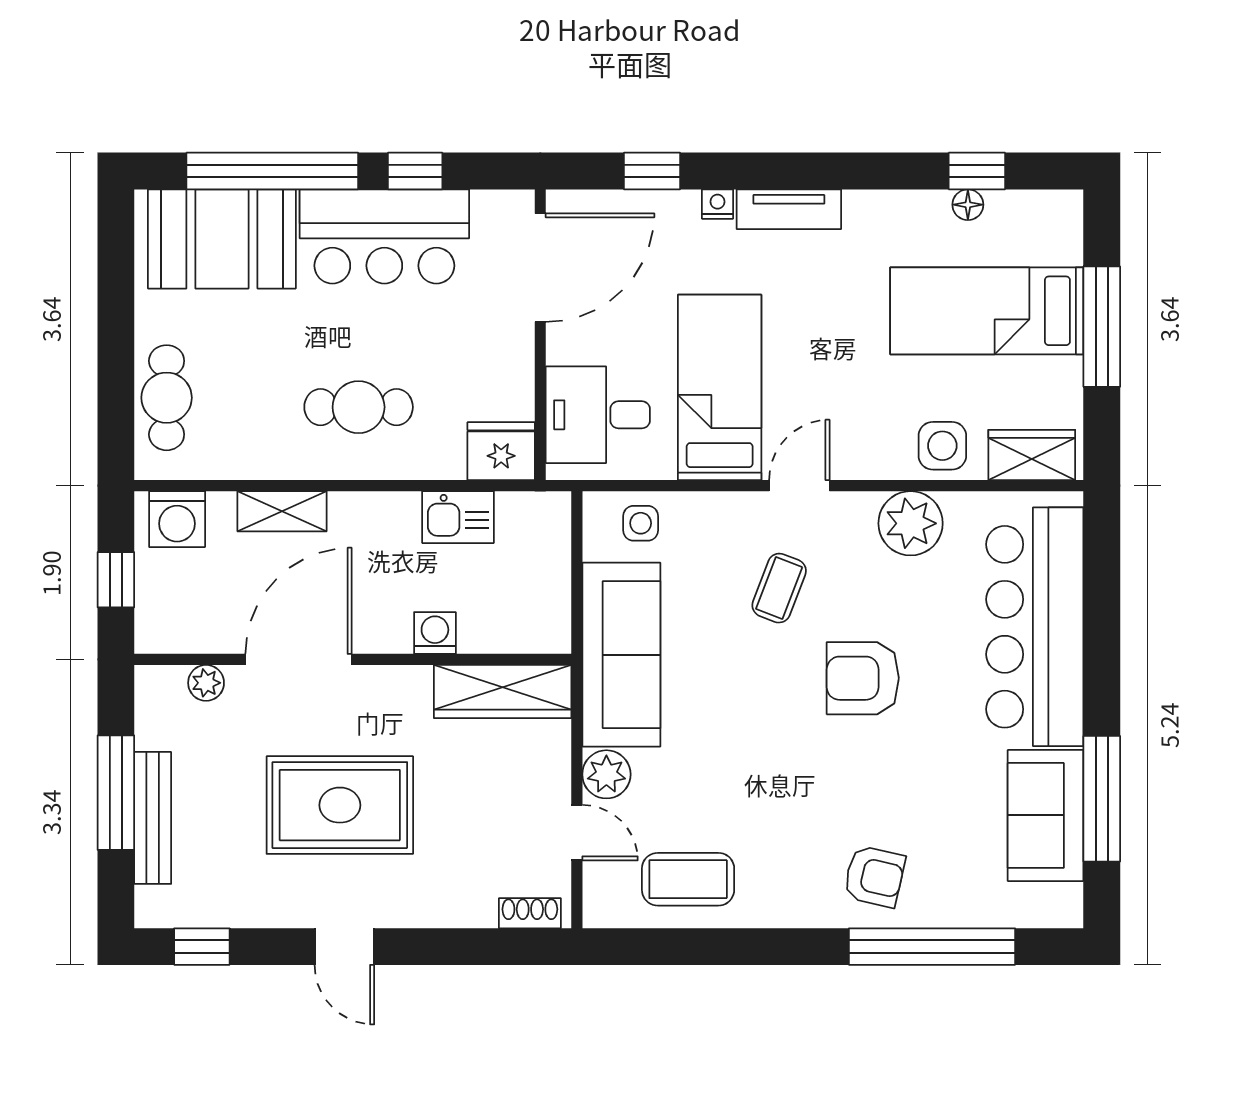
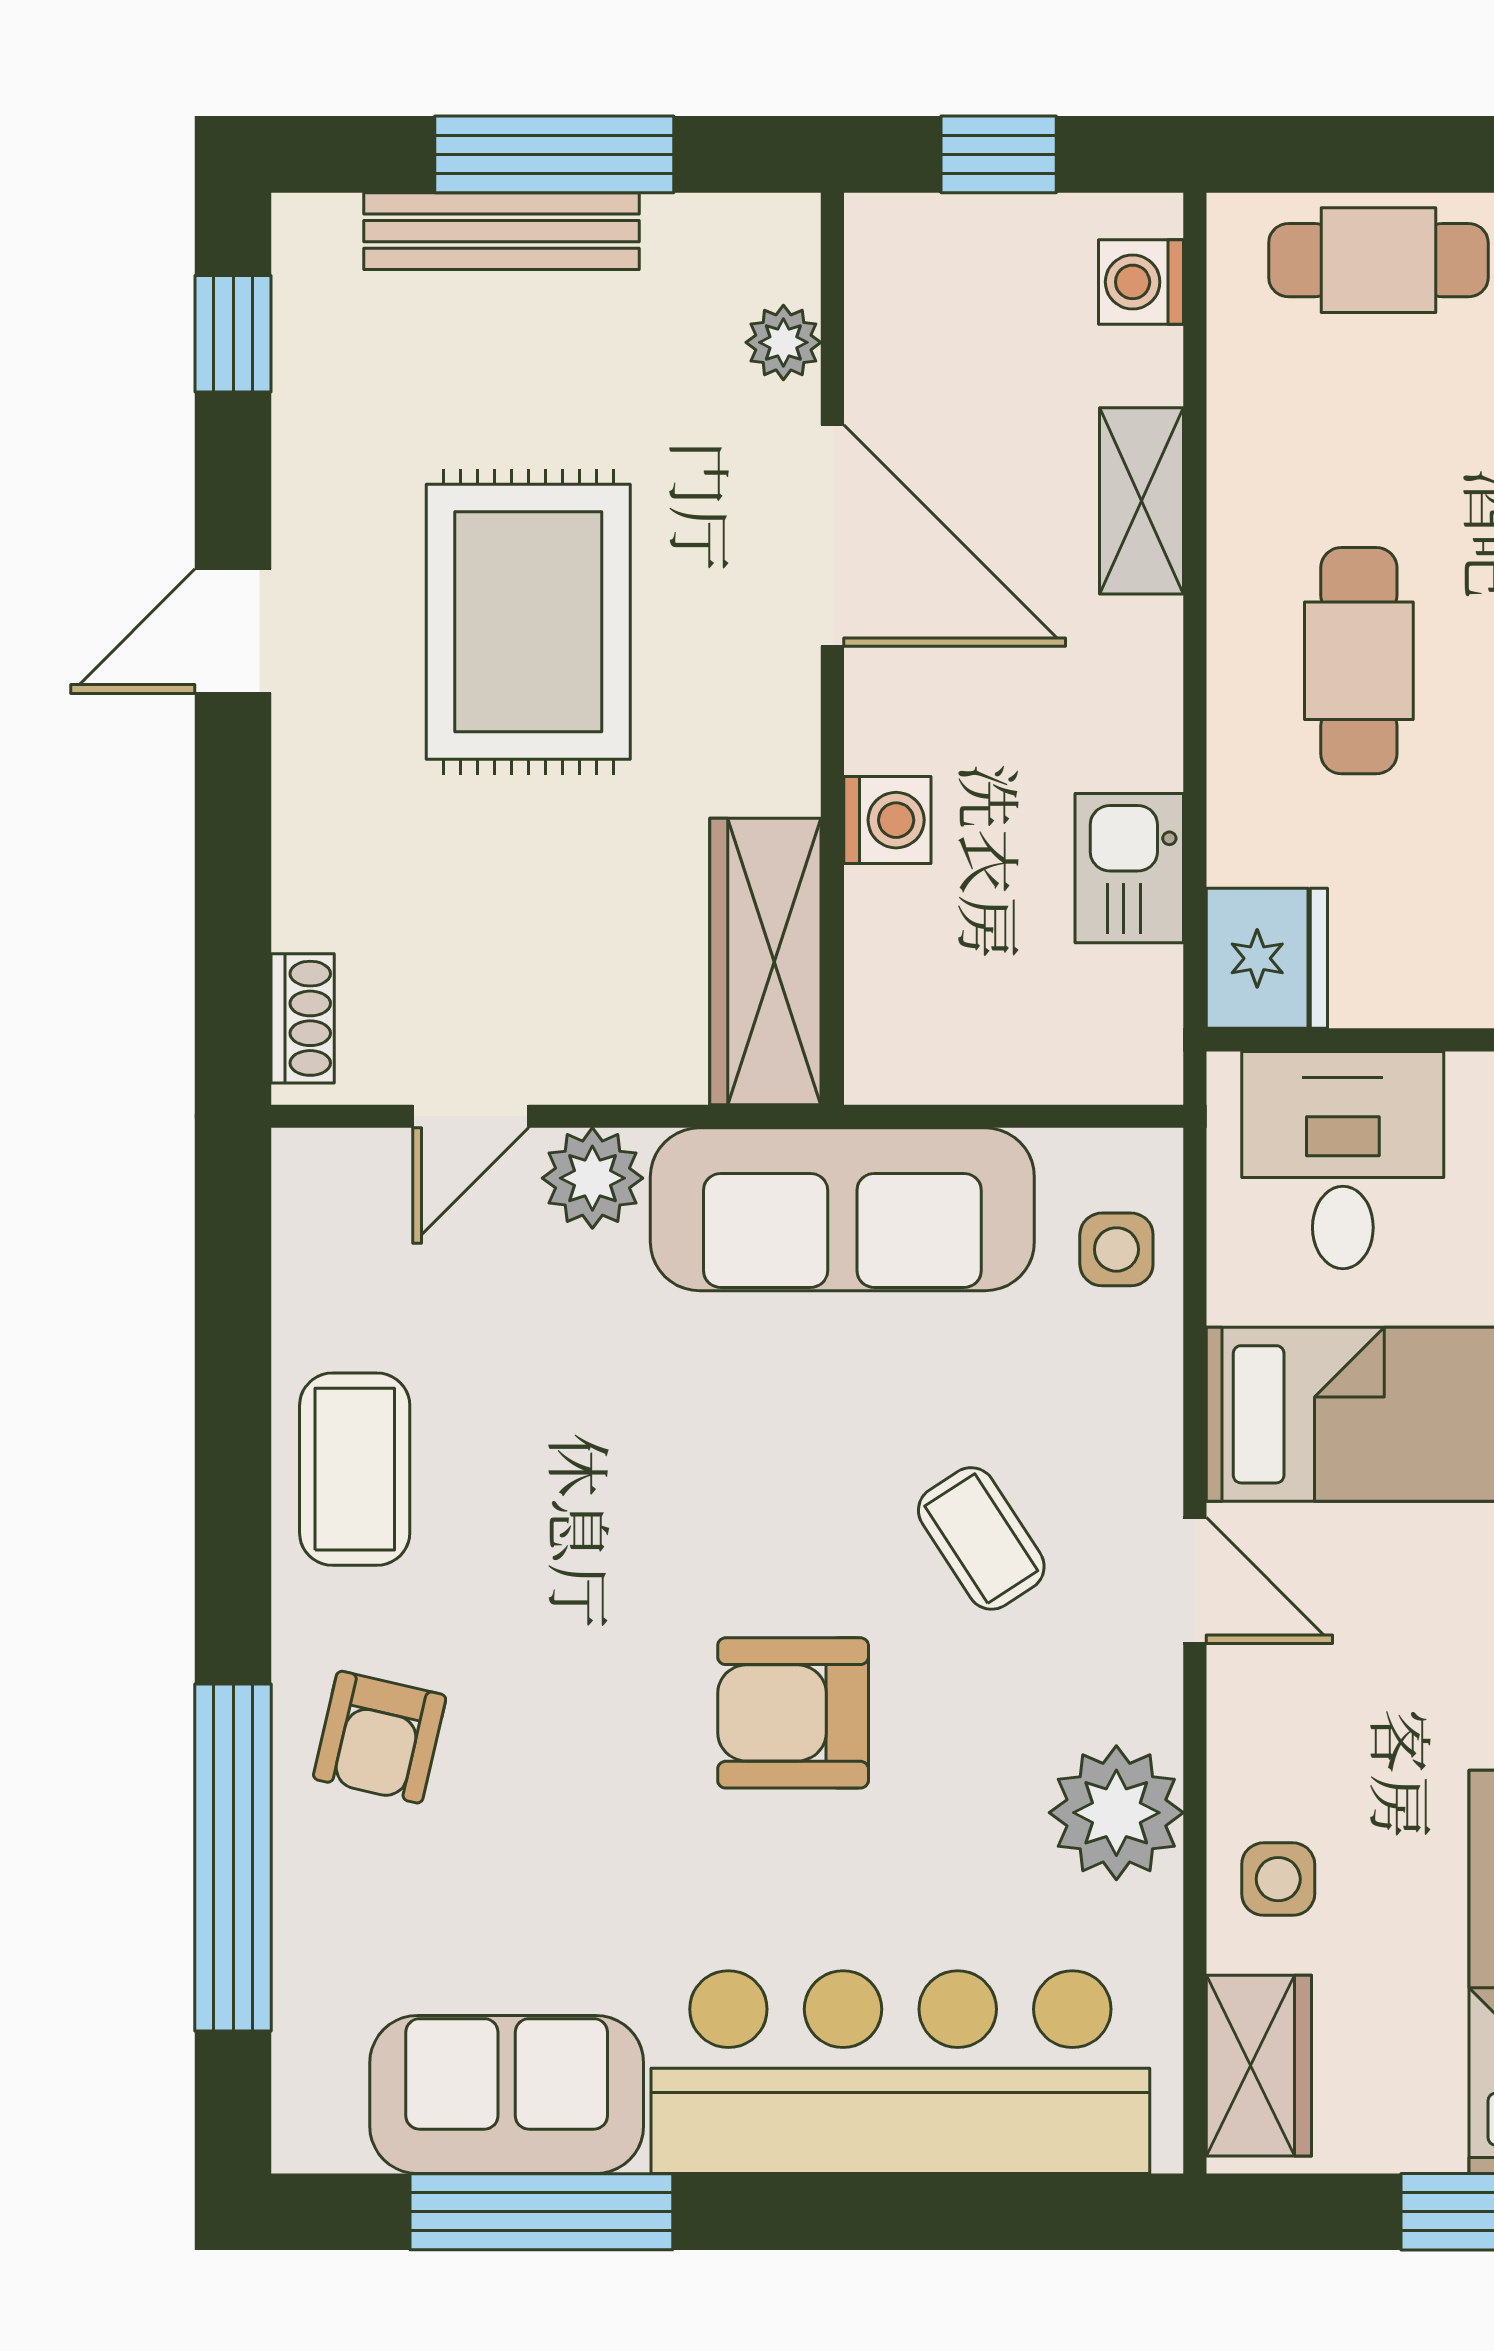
side table: (942, 446) -> (1278, 1879), width x0.73, depth x0.73
washing machine: (177, 519) -> (1141, 282), width x0.73, depth x0.73
coffee table: (779, 588) -> (981, 1538), turned 36
armchair: (863, 678) -> (793, 1713), turned -90
coffee table: (688, 879) -> (355, 1469), moved

